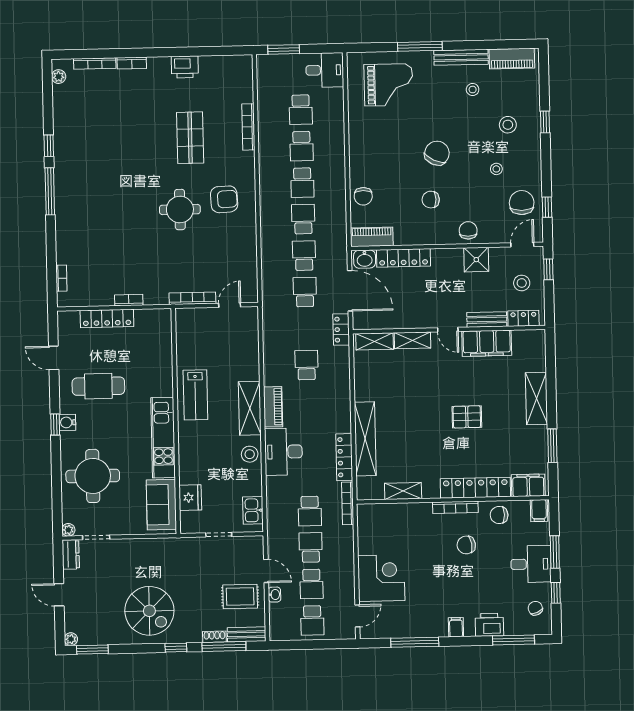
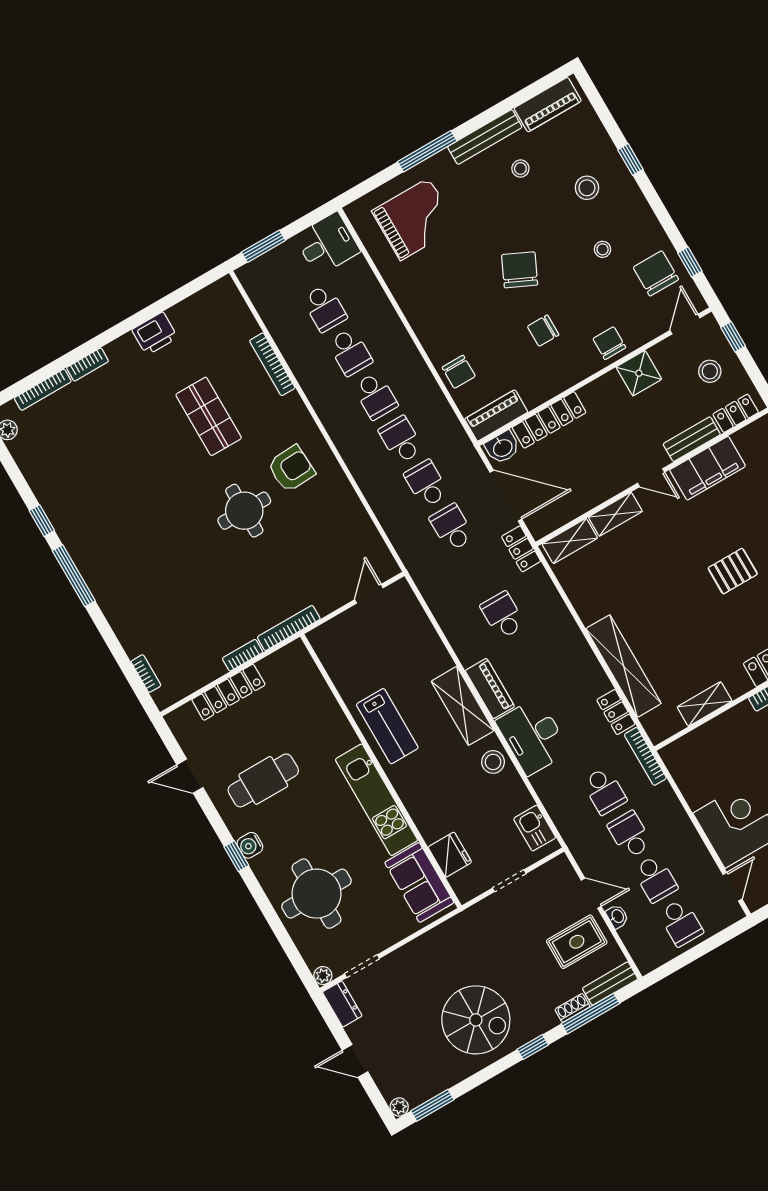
bookcase: (192, 298) -> (289, 628), moved
locker: (344, 457) -> (616, 712), width x0.66

